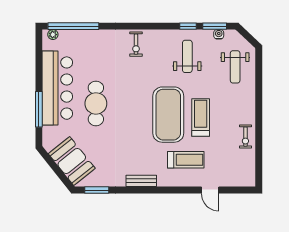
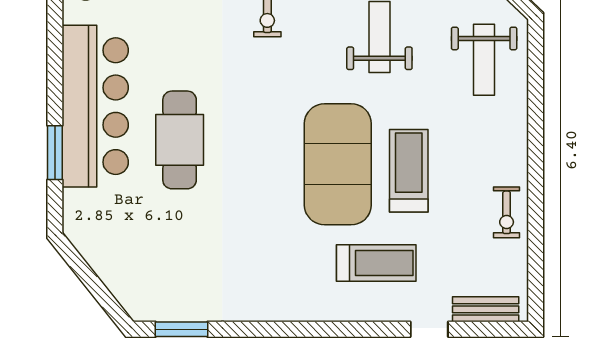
window: (39, 109) -> (55, 153), width x0.69
booth: (72, 161) -> (127, 266), removed
bench: (141, 181) -> (486, 309), moved

